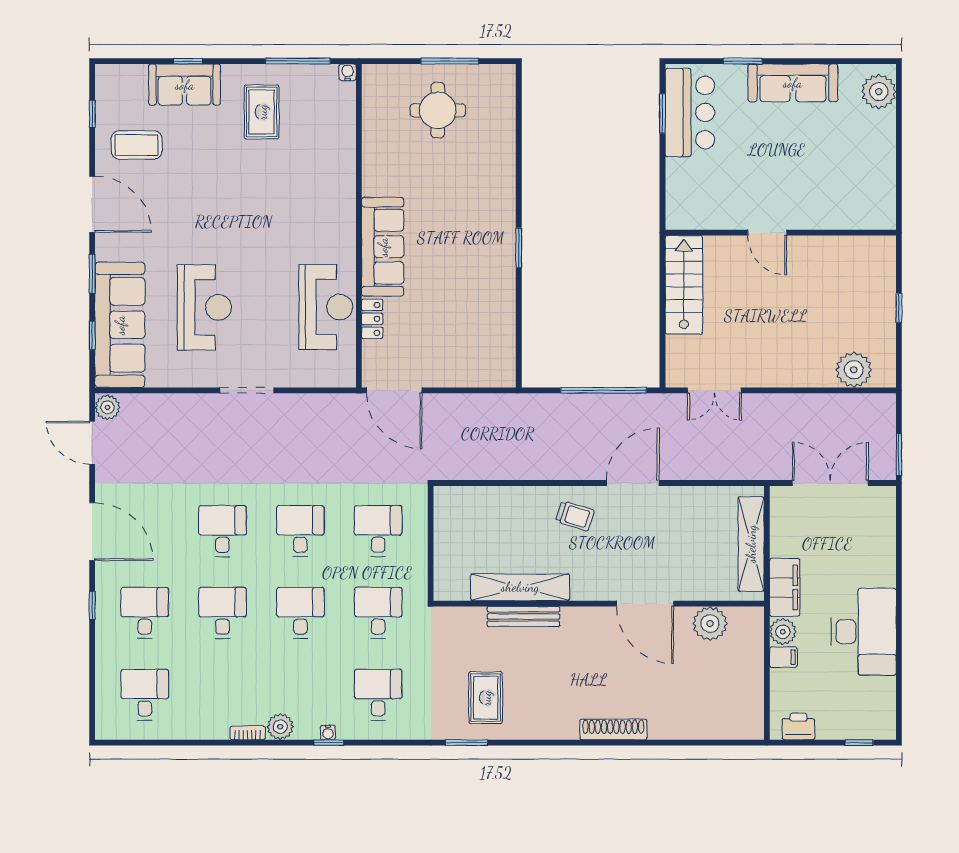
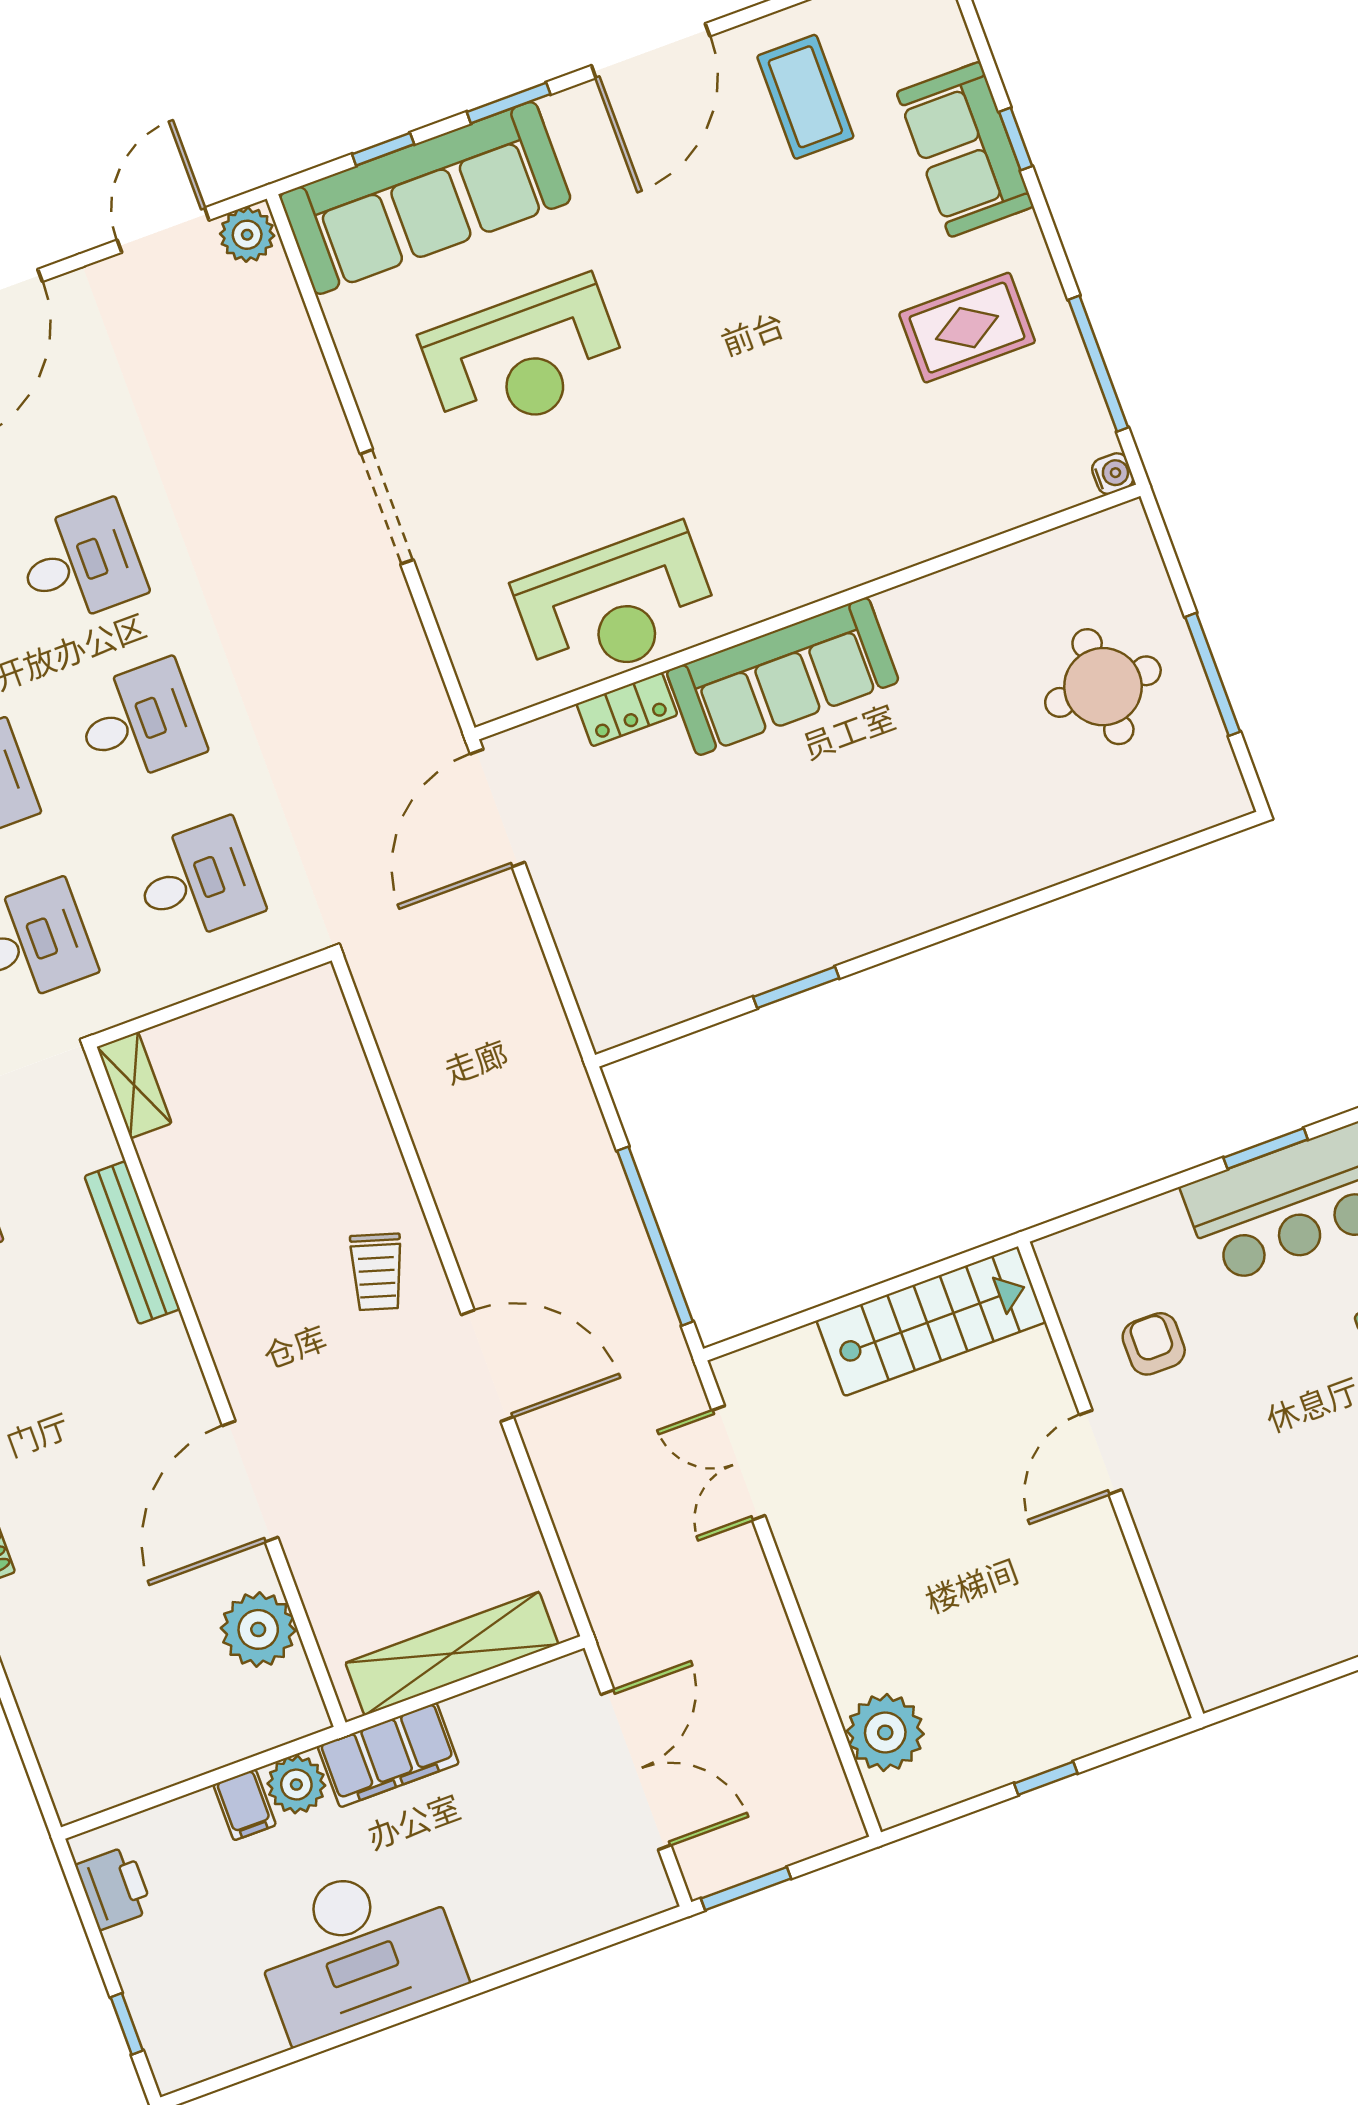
armchair: (729, 193) -> (1154, 1344), added
window: (519, 248) -> (796, 987), moved
shelving: (520, 587) -> (134, 1085), moved, width x0.45, depth x0.75

